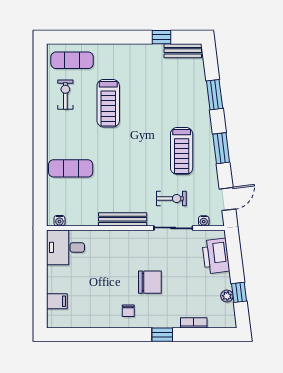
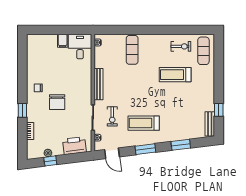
filing cabinet: (57, 301) -> (63, 41), moved

